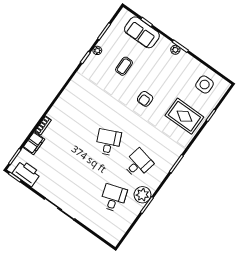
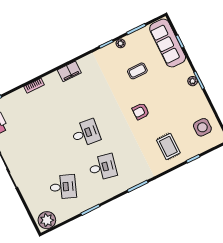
sofa: (142, 32) -> (168, 43), width x1.36
rug: (184, 116) -> (168, 147), width x0.73, depth x0.70
desk: (108, 142) -> (86, 133), turned 30
filing cabinet: (34, 143) -> (69, 71), moved
plant: (142, 195) -> (47, 220), moved
desk: (113, 198) -> (63, 187), turned 39

